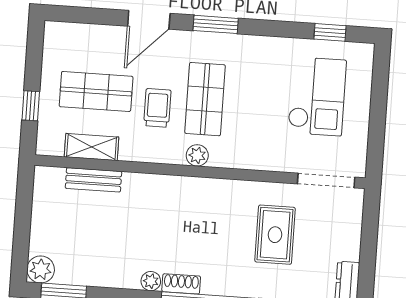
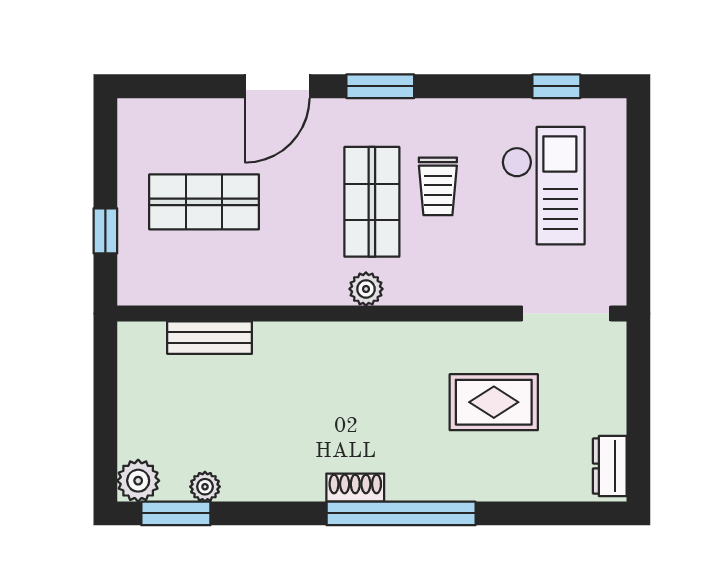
trolley: (157, 108) -> (438, 186), moved, turned 180
shelving: (92, 147) -> (203, 287), removed
rug: (275, 235) -> (494, 402), turned 90
plant: (151, 281) -> (205, 487), moved

